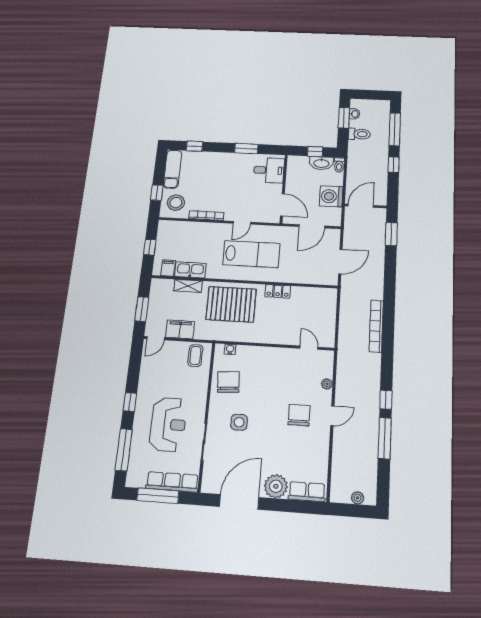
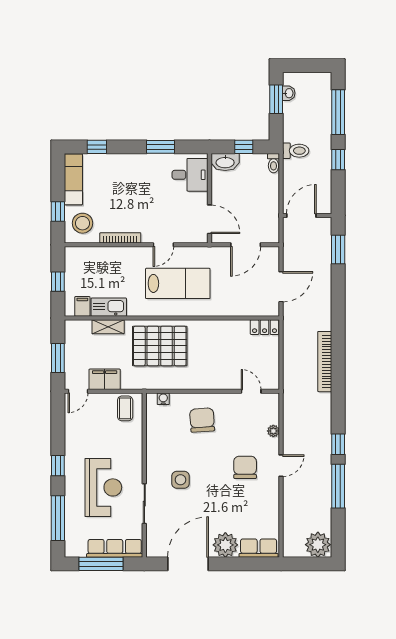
toilet: (359, 134) -> (296, 151), moved
washbasin: (321, 163) -> (225, 162), moved
washing machine: (331, 196) -> (266, 205), removed
locker: (278, 291) -> (265, 327), moved
chair: (228, 382) -> (202, 420), moved
plant: (358, 498) -> (318, 545), width x1.87, depth x1.87

